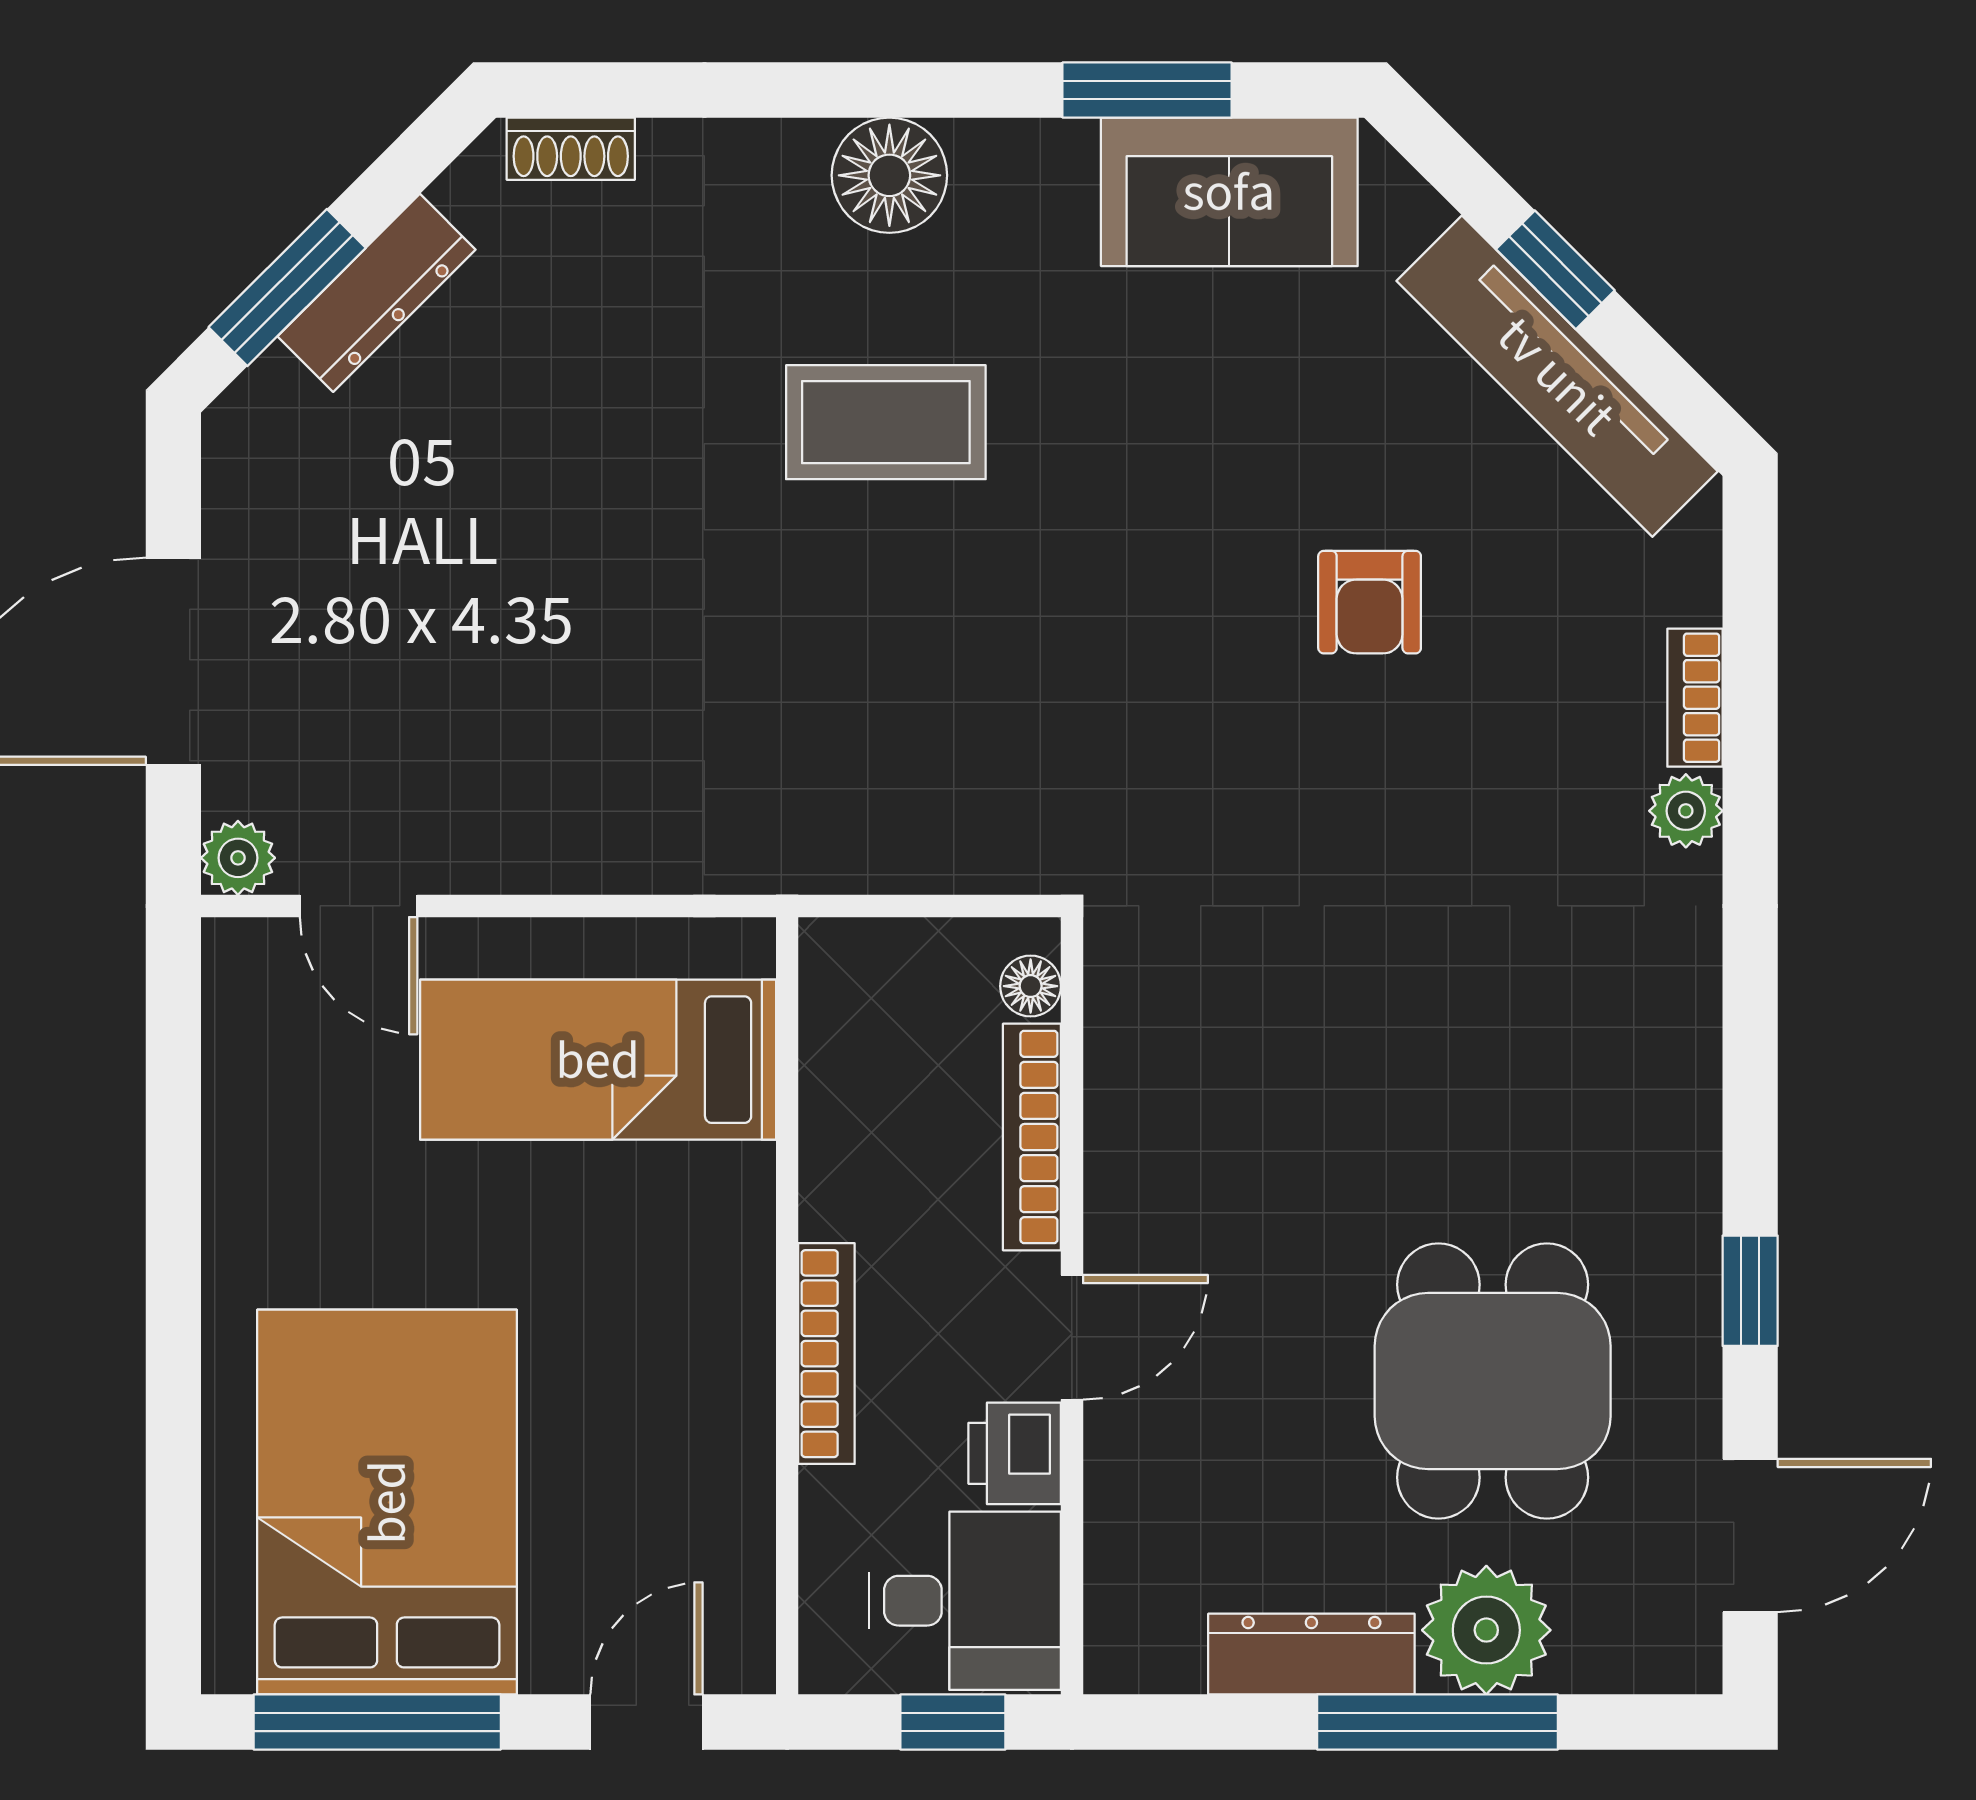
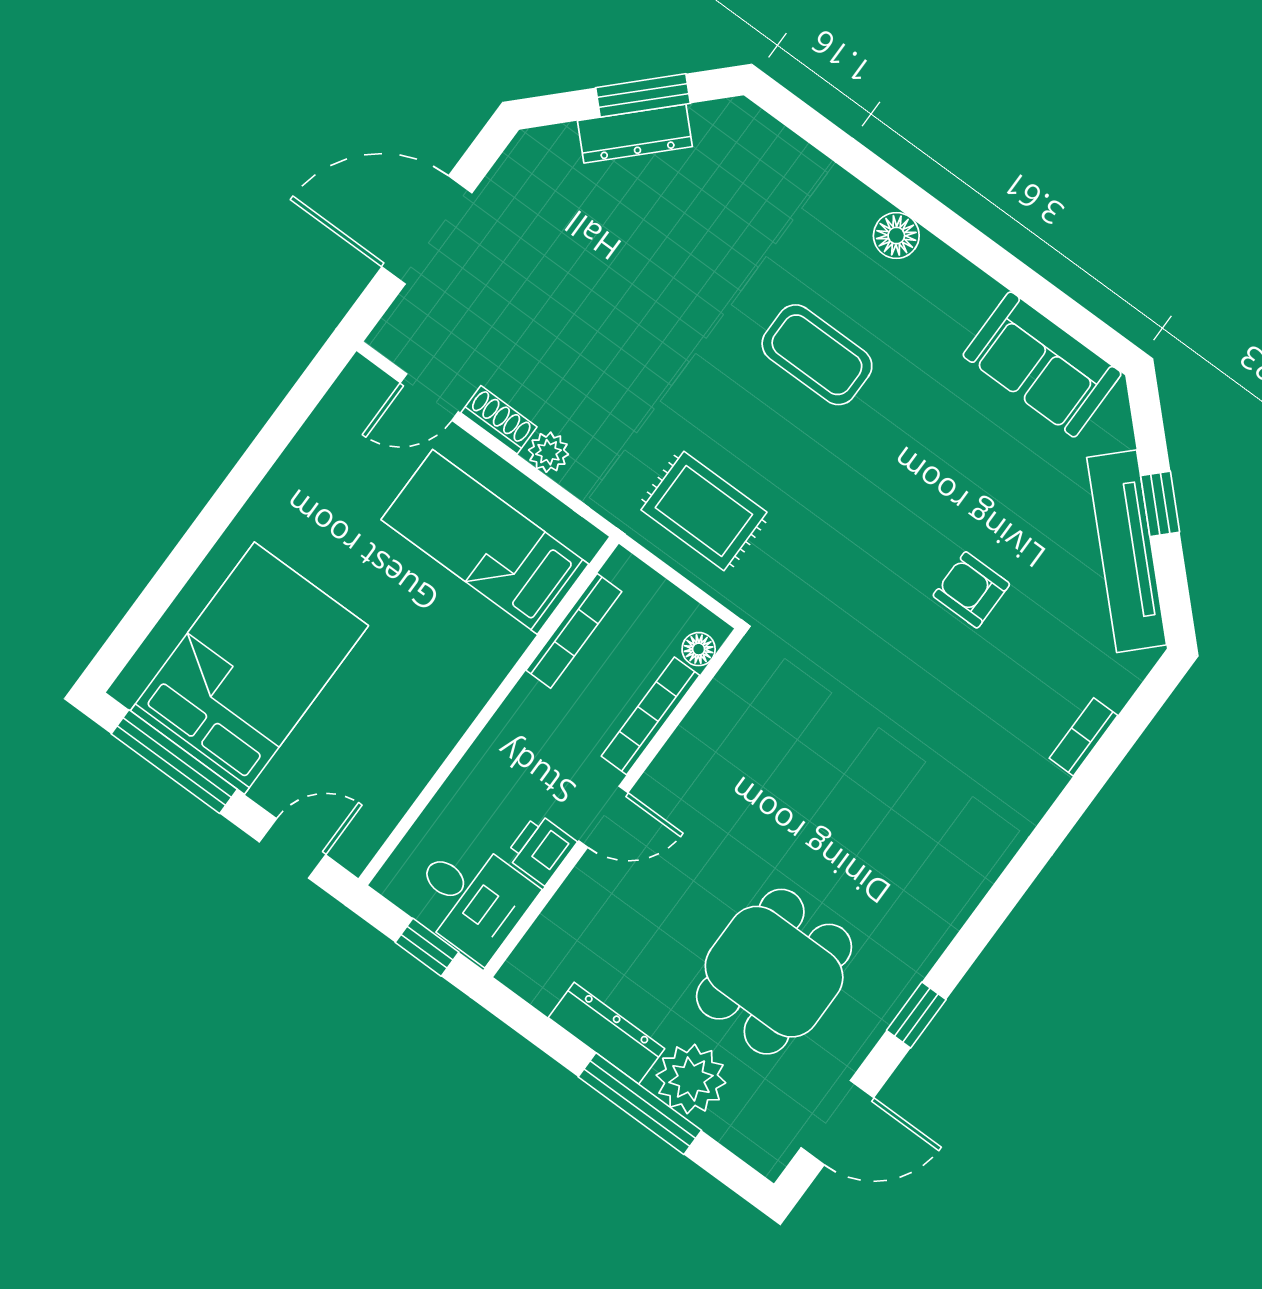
window: (1147, 90) -> (1039, 293), removed
shoe rack: (571, 149) -> (499, 420), moved, turned 180
floor lamp: (889, 175) -> (896, 235), width x0.73, depth x0.73
window: (287, 287) -> (643, 95), moved
armchair: (1370, 602) -> (971, 590), turned 90
rug: (888, 776) -> (704, 511), added
plant: (1686, 811) -> (1043, 784), removed
plant: (238, 858) -> (548, 452), moved
door: (359, 906) -> (429, 397), hinge flipped
bookcase: (826, 1354) -> (574, 631), moved

